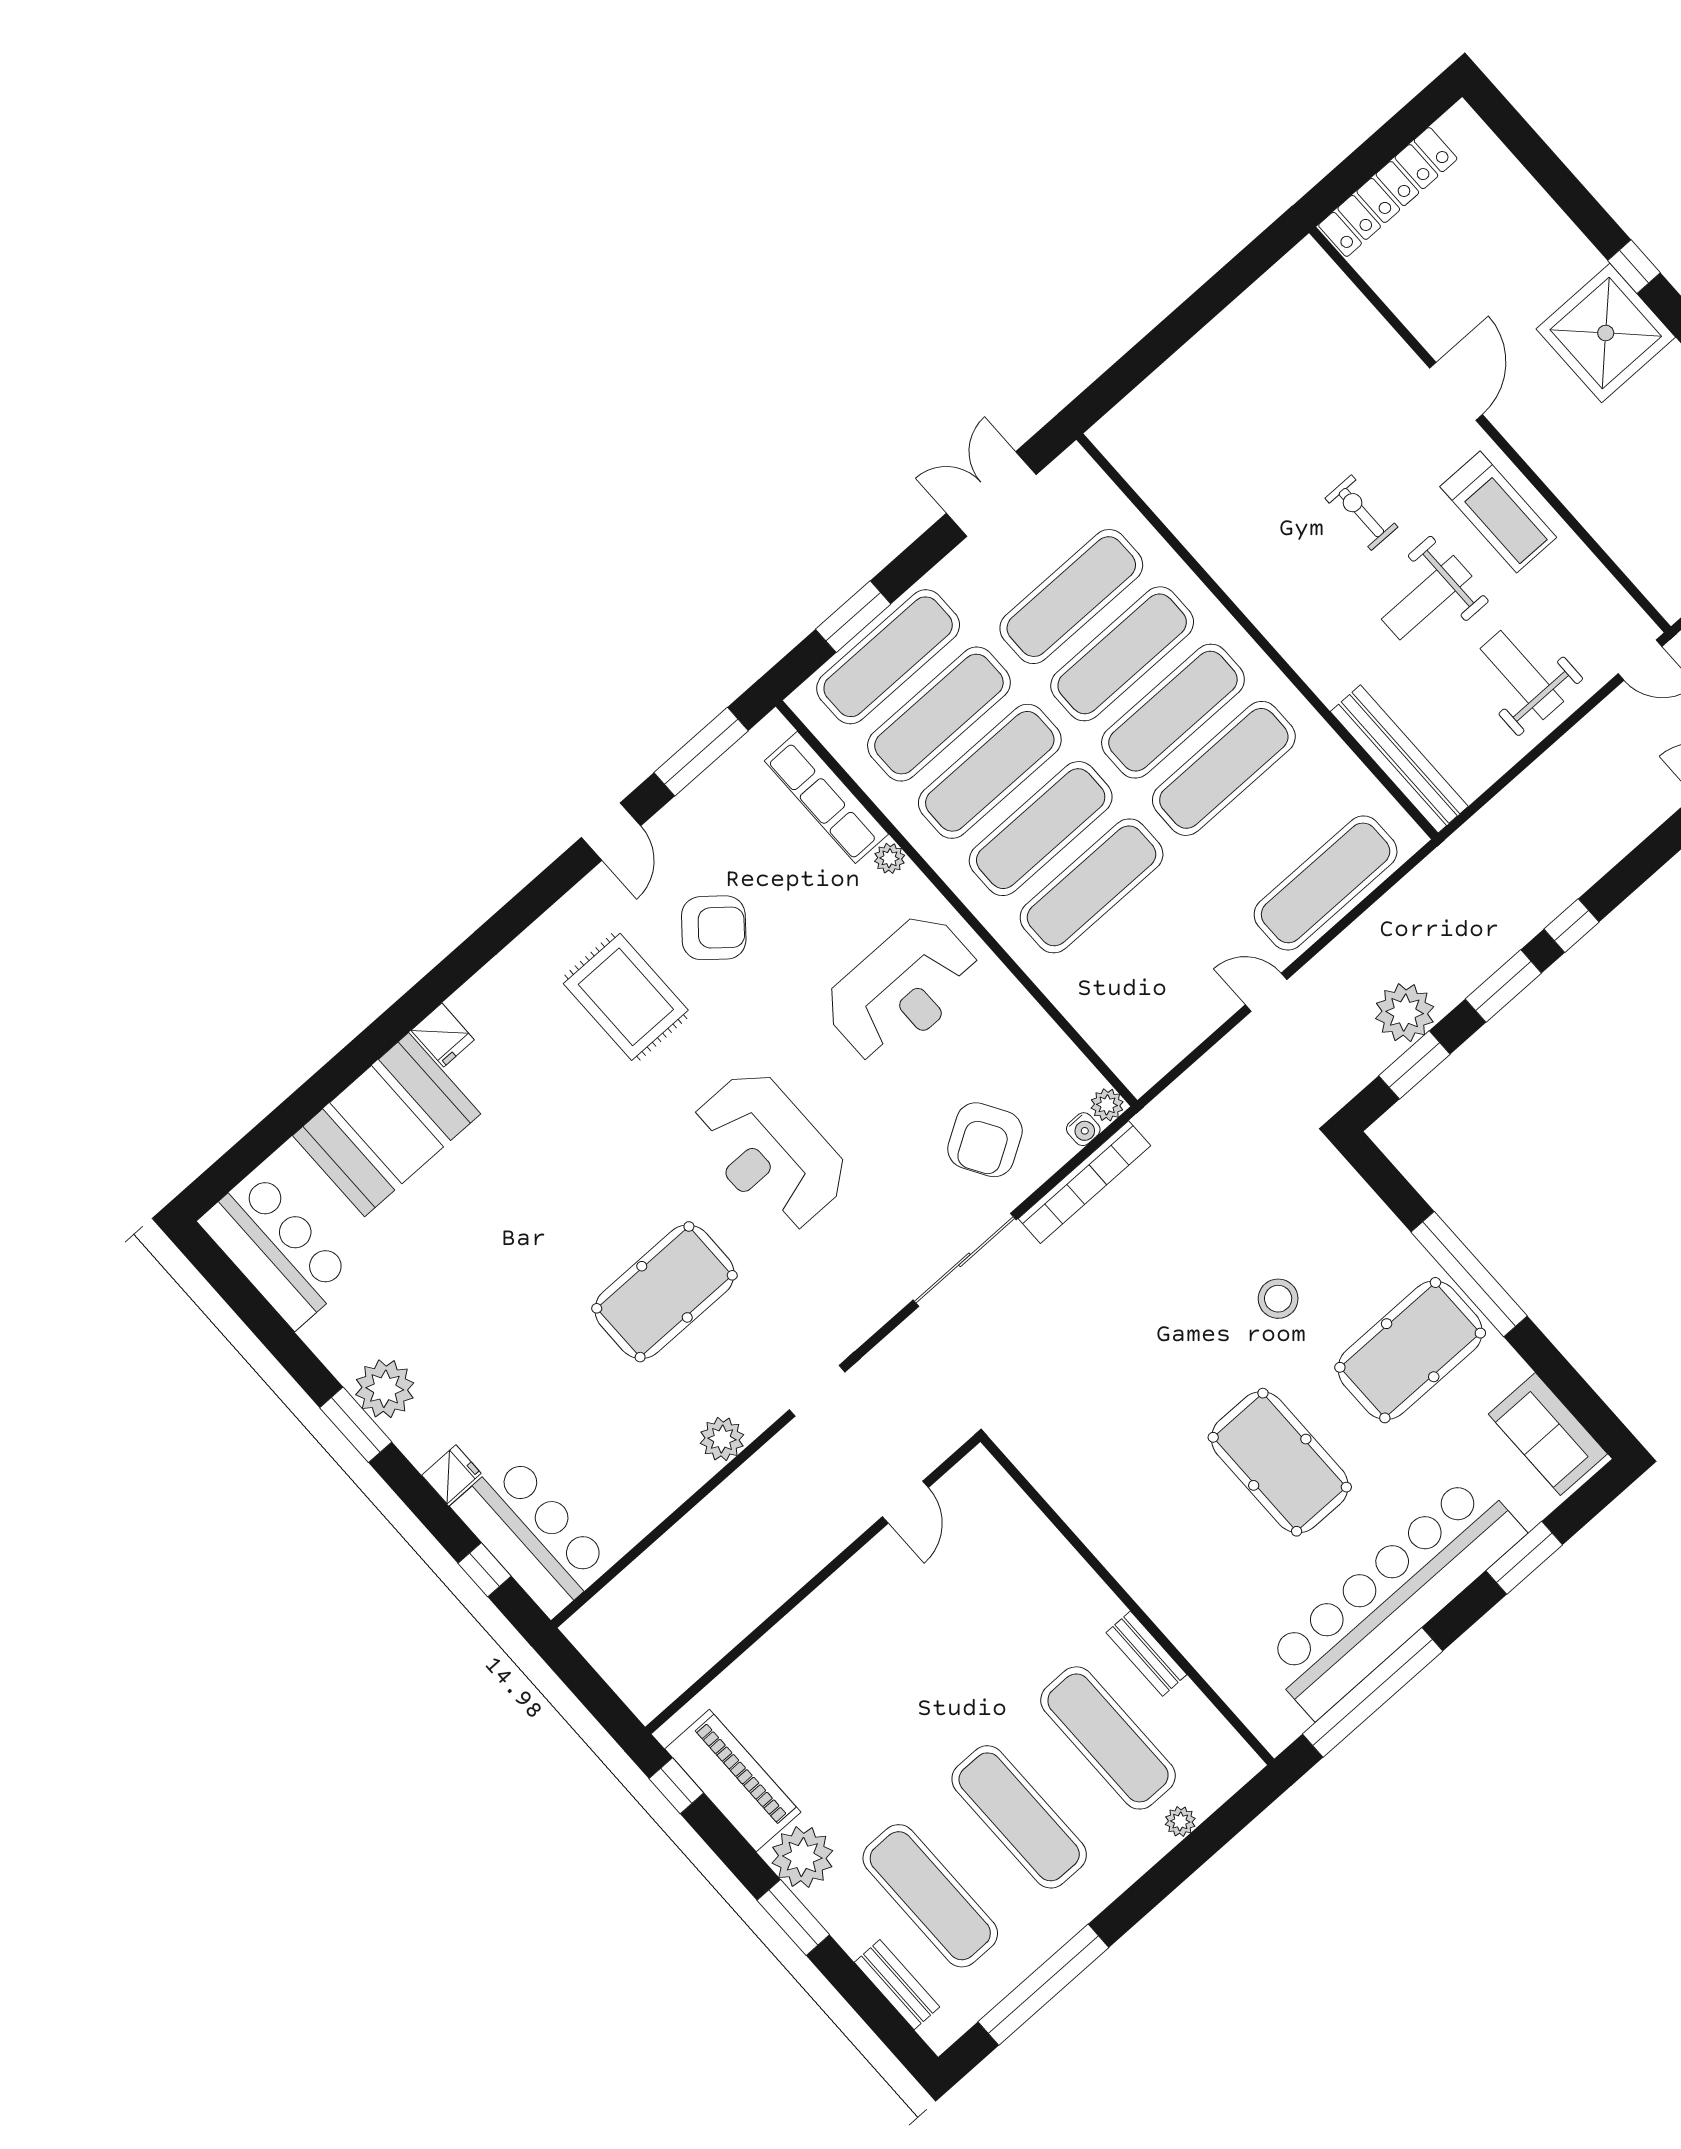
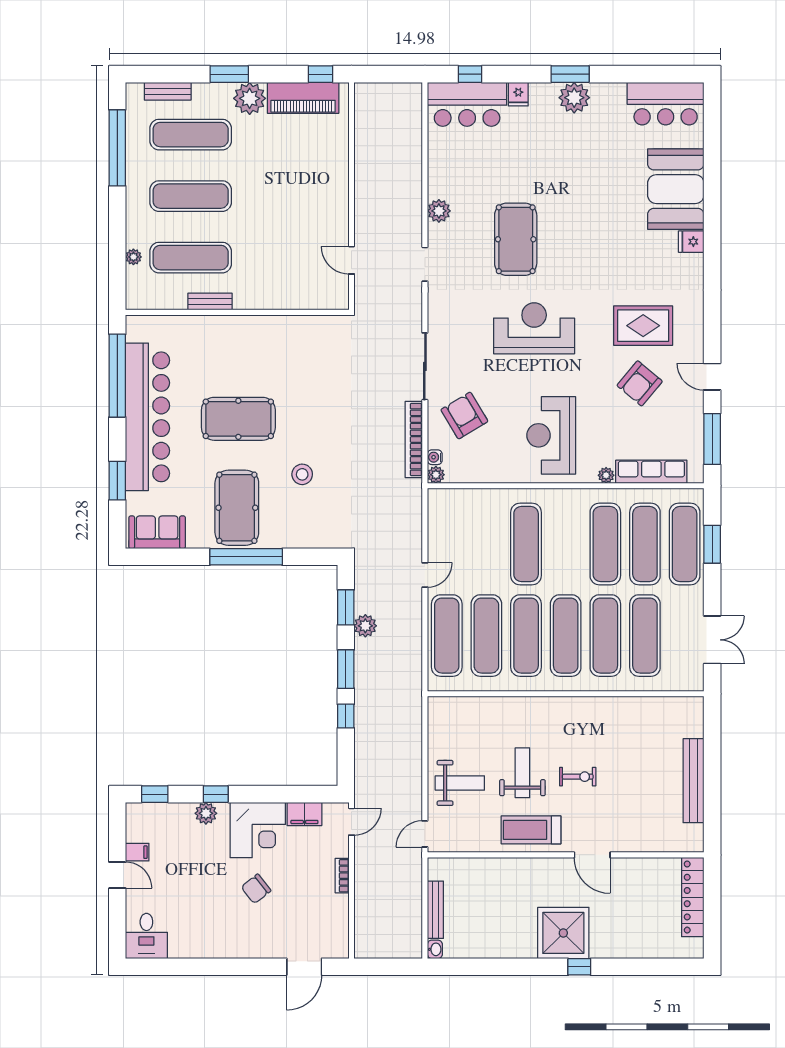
bench: (1399, 759) -> (694, 781), moved, turned 90
exercise mat: (1041, 829) -> (486, 636), moved
plant: (1405, 1013) -> (365, 626), width x0.73, depth x0.73

